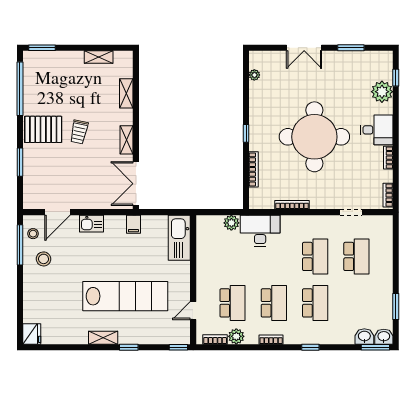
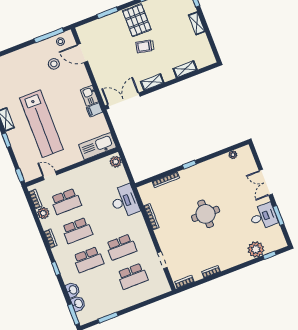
shelving: (99, 57) -> (197, 23), moved
desk: (377, 130) -> (263, 216), moved, turned -90
round table: (314, 137) -> (206, 214), width x0.54, depth x0.54
plant: (231, 223) -> (116, 162), moved
kitchen sink: (92, 224) -> (89, 96), moved
stool: (44, 259) -> (54, 64), moved
washbasin: (384, 337) -> (73, 290), moved

